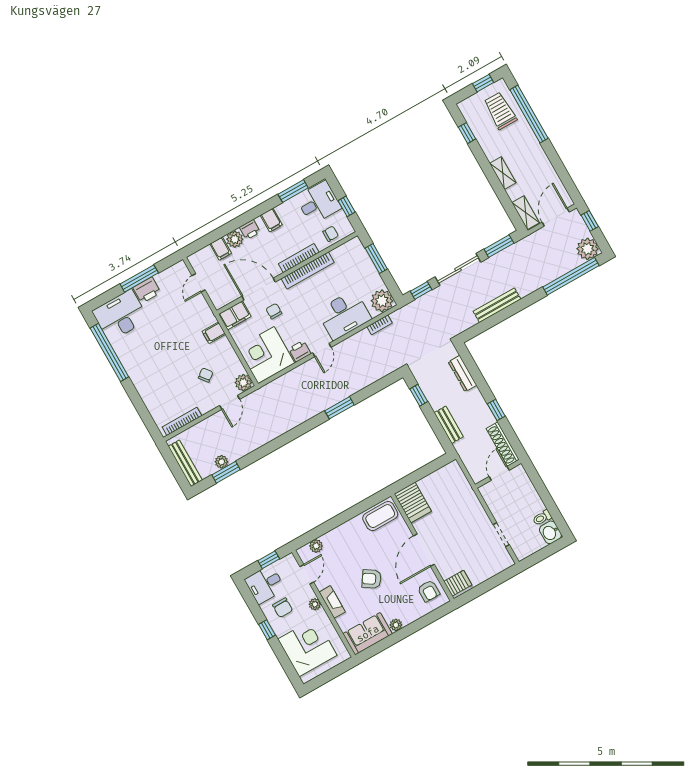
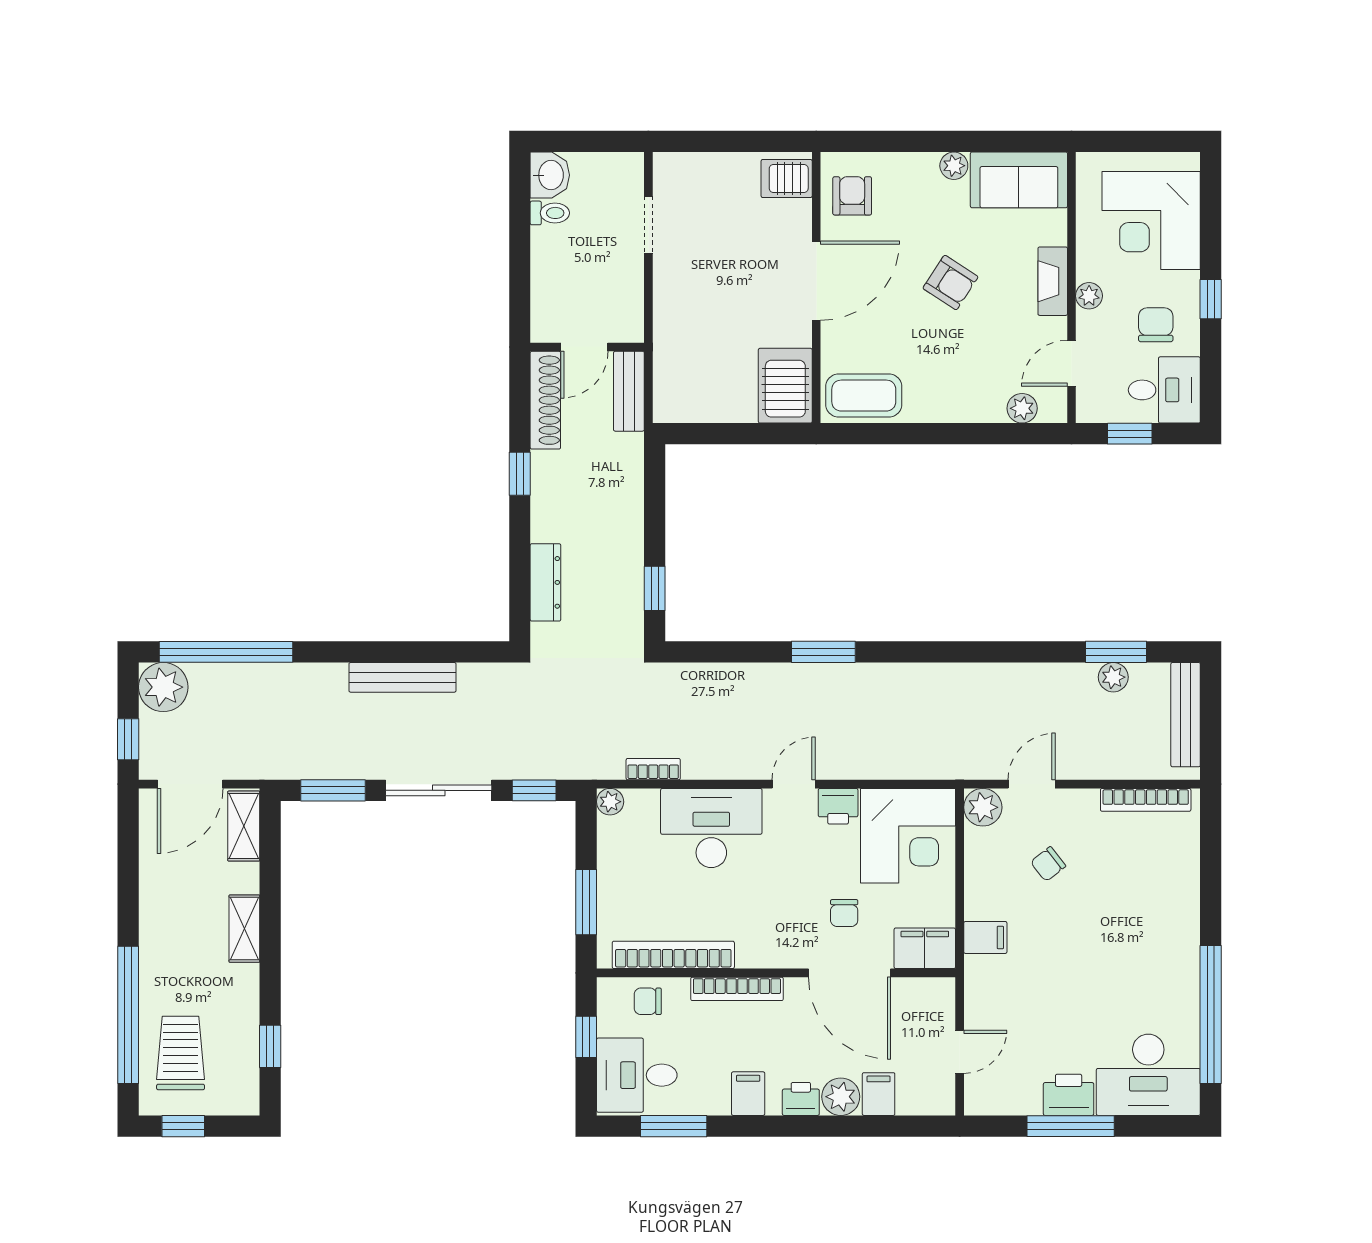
trolley: (500, 111) -> (181, 1053), turned 180
bookcase: (308, 271) -> (673, 955), moved
plant: (382, 301) -> (610, 802), width x0.53, depth x0.53
bench: (449, 425) -> (629, 391), moved

